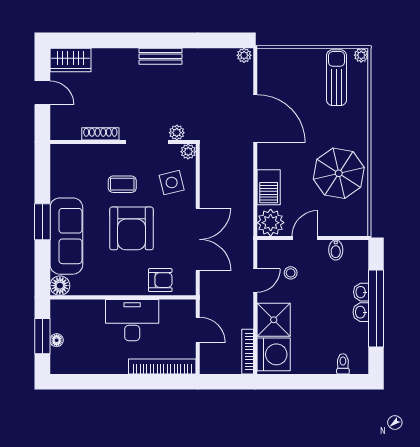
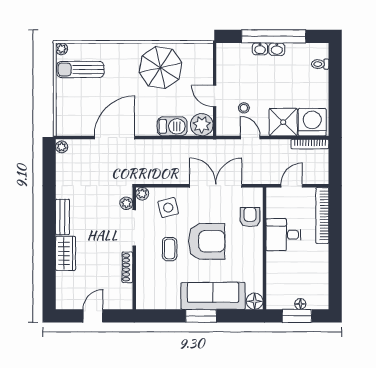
wardrobe: (70, 60) -> (65, 253), moved
bidet: (336, 250) -> (225, 70), removed
desk: (132, 320) -> (283, 235), width x0.73

